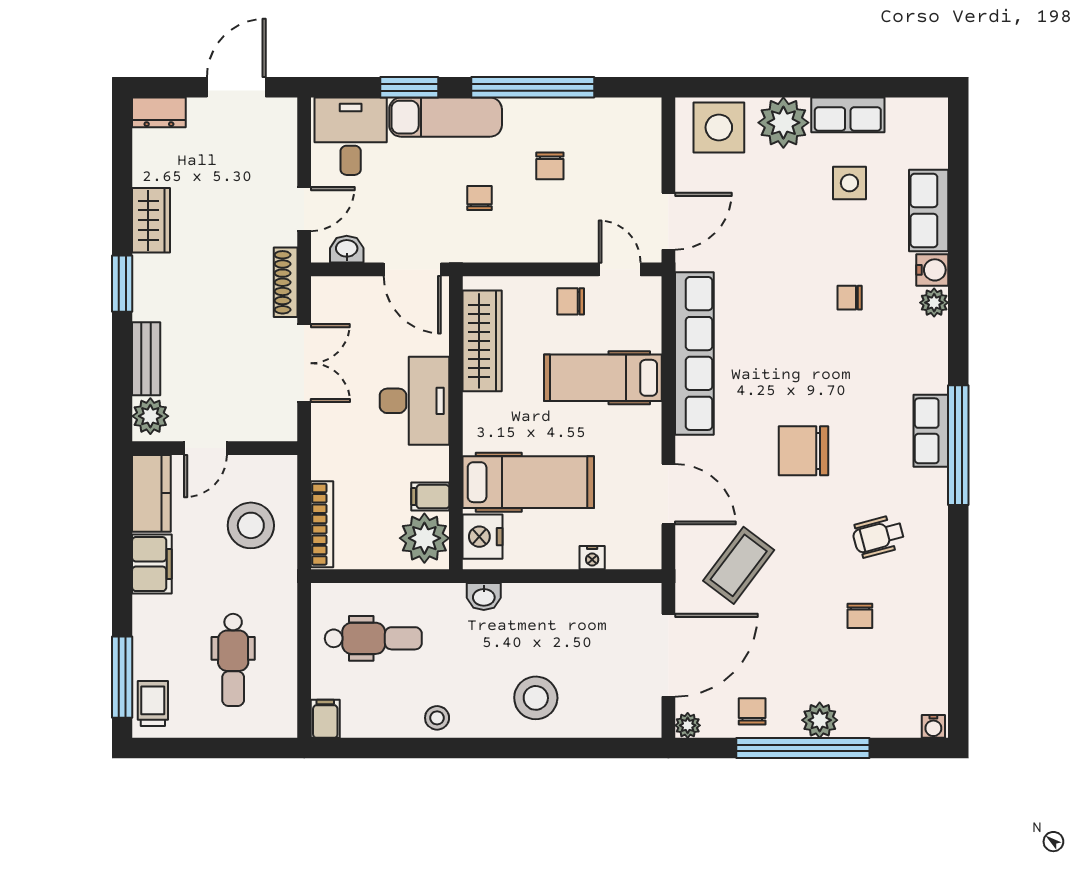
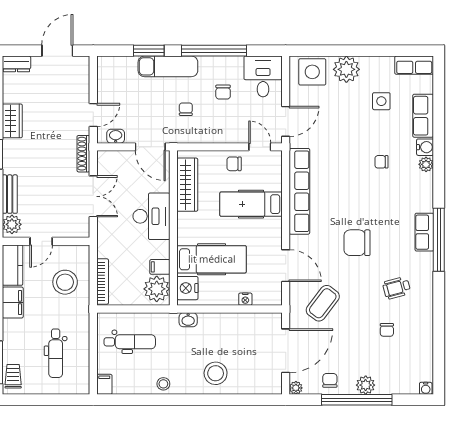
row of seats: (848, 115) -> (414, 65), moved
desk: (351, 136) -> (263, 76), moved

